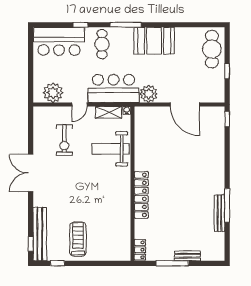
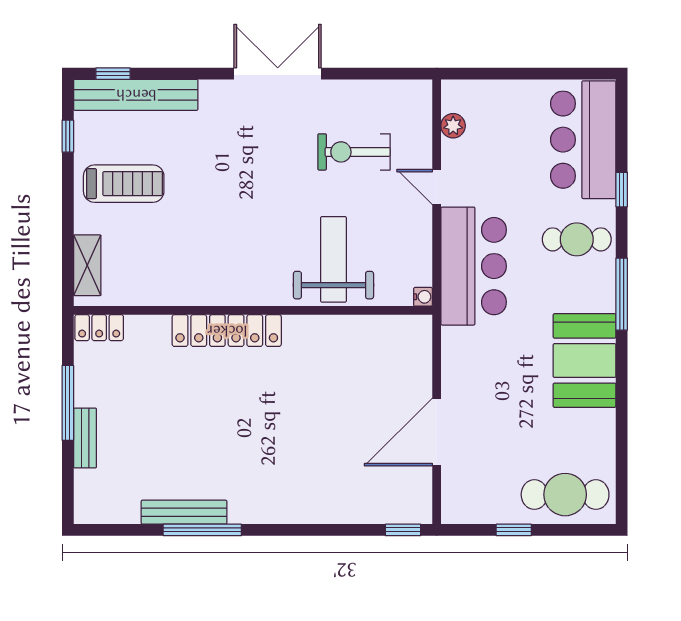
plant: (53, 93) -> (453, 126), width x0.53, depth x0.53
plant: (149, 94) -> (461, 348), removed
shelving: (109, 112) -> (87, 265), moved

